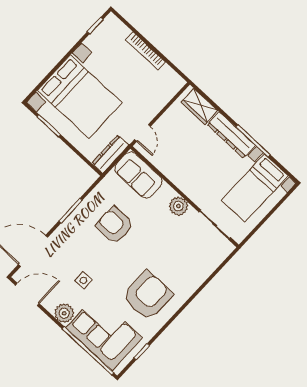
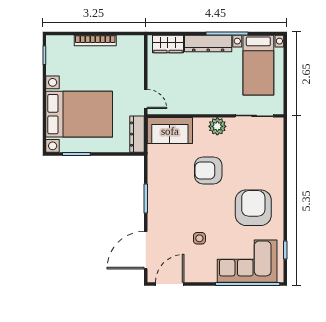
armchair: (115, 225) -> (208, 170), moved
plant: (64, 313) -> (207, 273), removed

